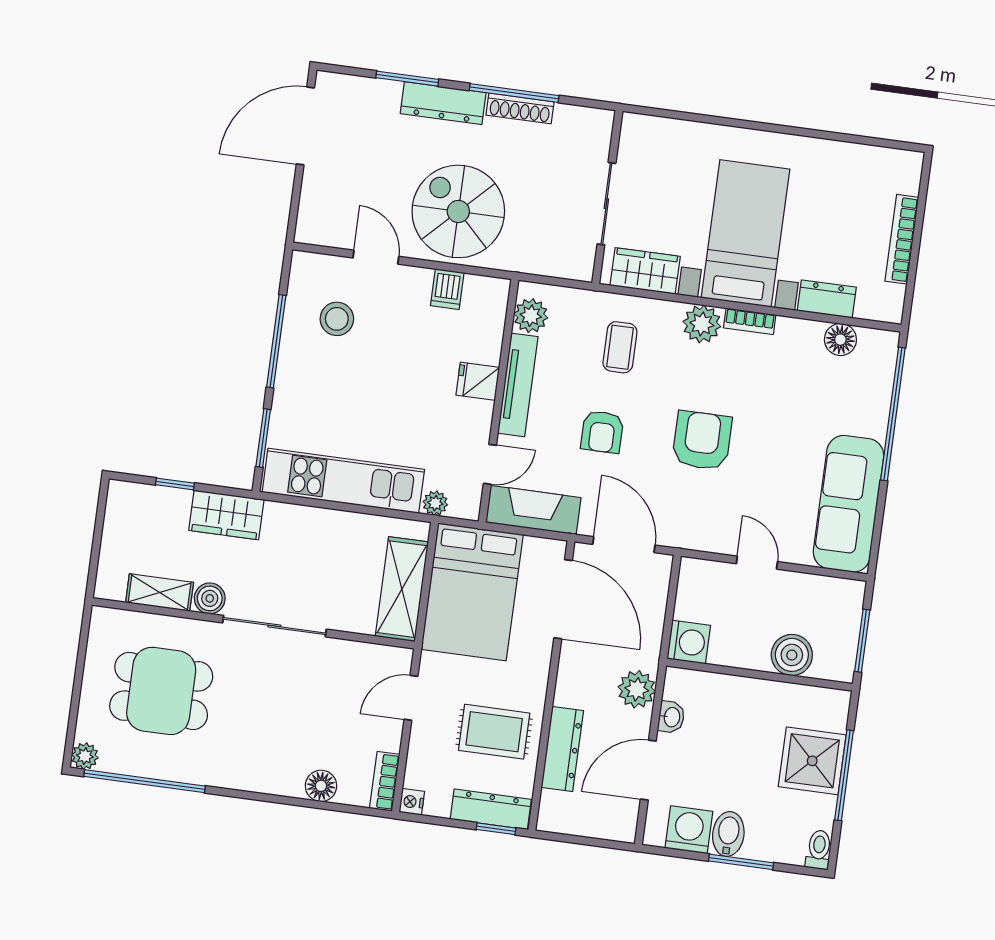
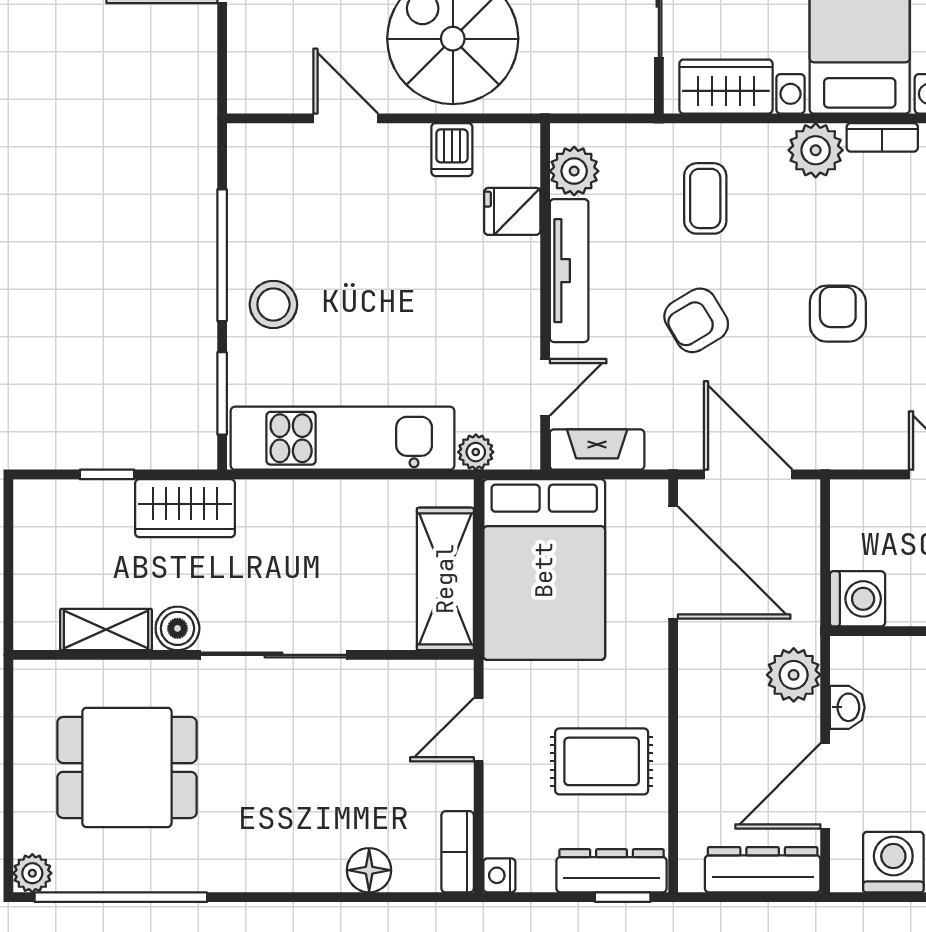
stool: (337, 319) -> (273, 304), moved
fridge: (478, 381) -> (512, 211), moved
armchair: (602, 432) -> (696, 320), turned 59
armchair: (702, 441) -> (838, 314), width x0.72, depth x0.72
fireplace: (533, 510) -> (597, 450), width x0.73, depth x0.76
dresser: (562, 749) -> (763, 870), moved, turned -90

